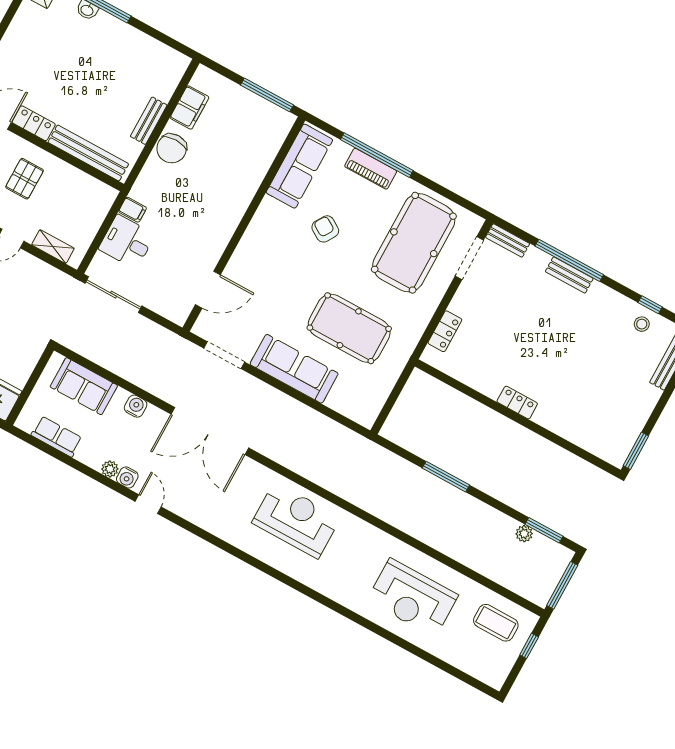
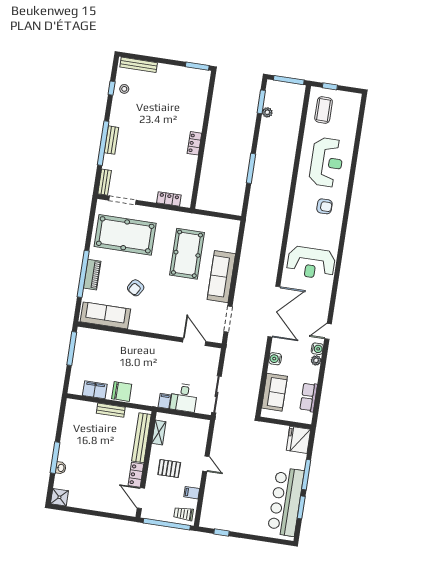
shelving: (53, 247) -> (159, 432), moved
reception desk: (296, 520) -> (311, 263), moved, turned -90
armchair: (345, 569) -> (324, 206), added

